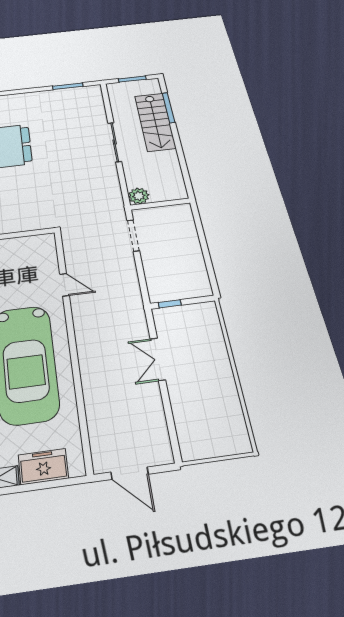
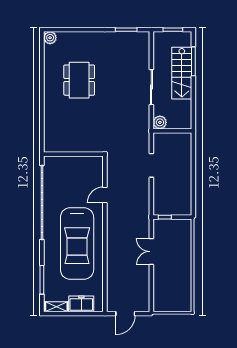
plant: (139, 196) -> (160, 122), moved
wall: (160, 204) -> (172, 131), moved
door: (64, 285) -> (105, 195), swing flipped
door: (130, 473) -> (125, 314), hinge flipped

